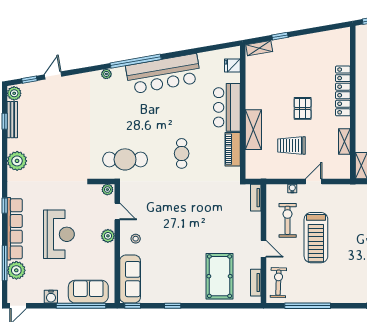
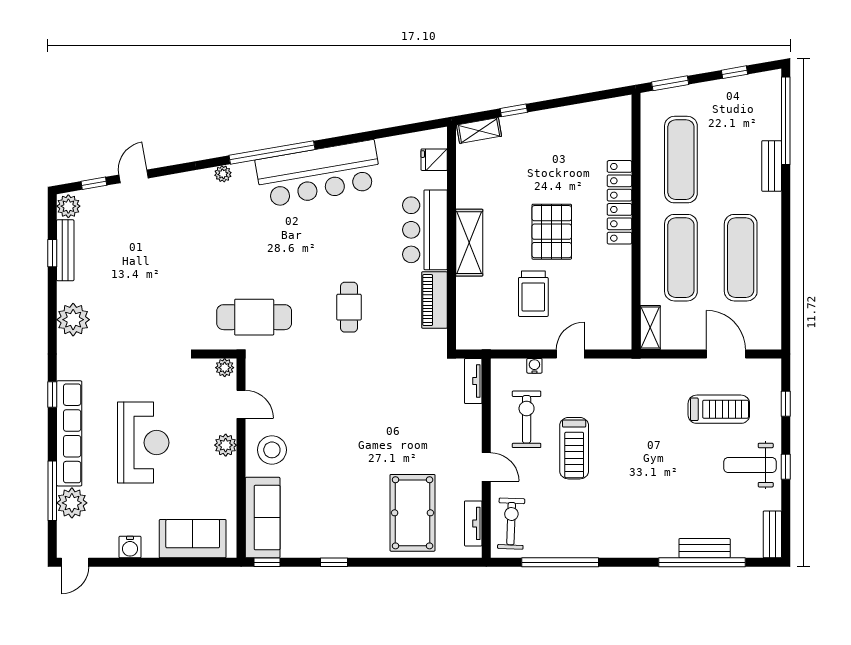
pallet: (303, 108) -> (552, 232), width x1.50, depth x1.42
shelving: (253, 130) -> (469, 243), moved
shelving: (344, 142) -> (622, 287), removed
trolley: (292, 145) -> (533, 294), turned -90
treadmill: (316, 238) -> (574, 448), width x0.73, depth x0.73
stool: (136, 239) -> (272, 450), width x1.89, depth x1.89
window: (81, 306) -> (180, 562), removed

